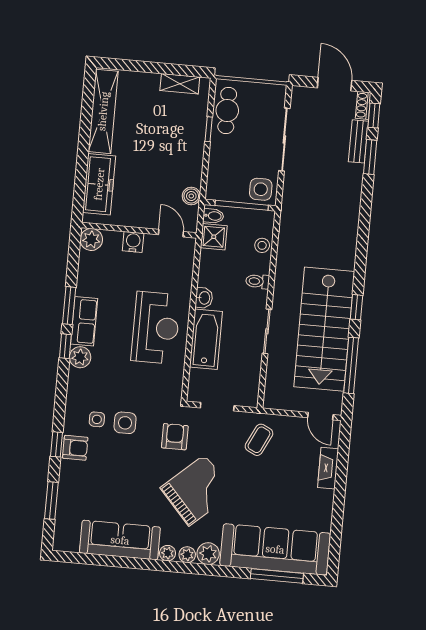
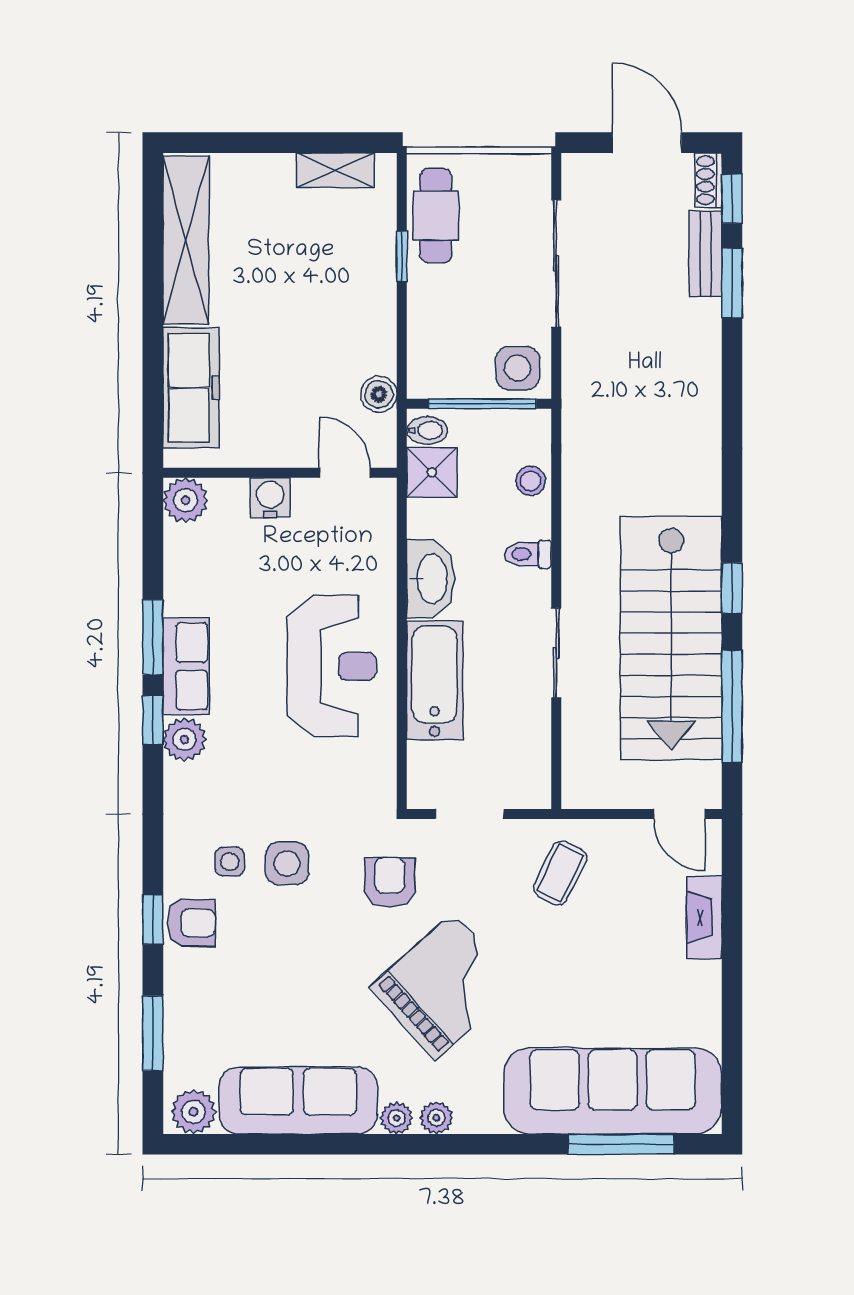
washbasin: (204, 298) -> (431, 579), width x1.91, depth x1.45
plant: (208, 554) -> (194, 1112), moved

